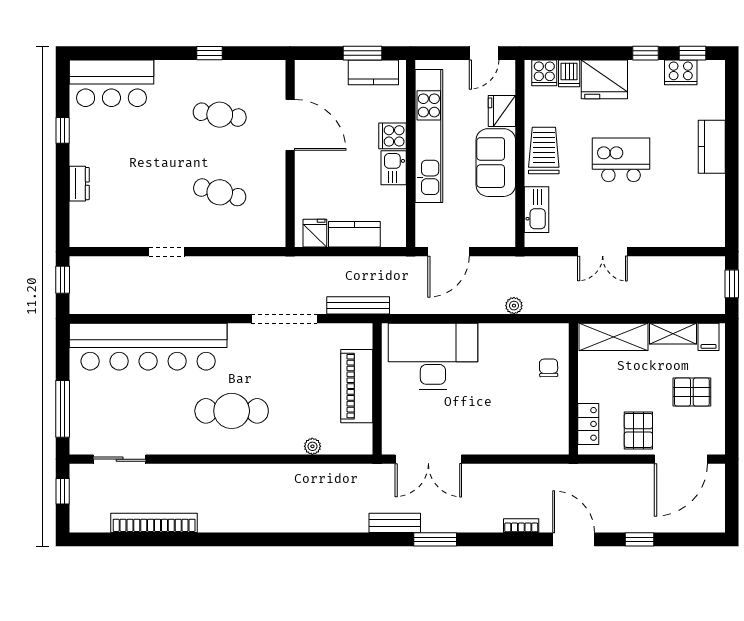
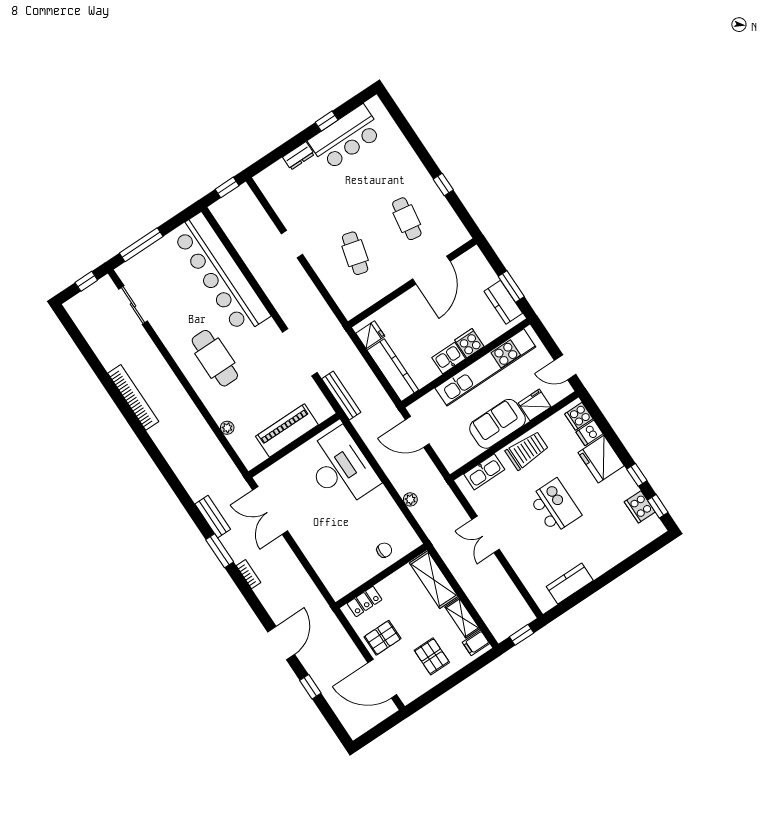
bar counter: (111, 83) -> (346, 137), moved, turned -90
kitchen counter: (712, 147) -> (570, 583), moved
kitchen counter: (354, 234) -> (393, 370), width x1.50
bookcase: (154, 523) -> (133, 397), moved
bookcase: (521, 526) -> (248, 574), moved

